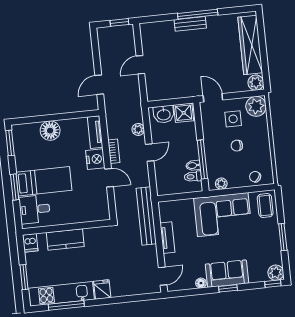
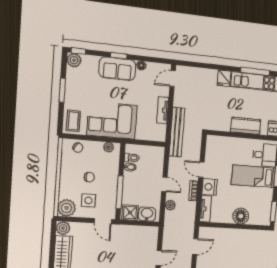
door: (150, 153) -> (164, 184), swing flipped
window: (202, 159) -> (120, 192), moved

